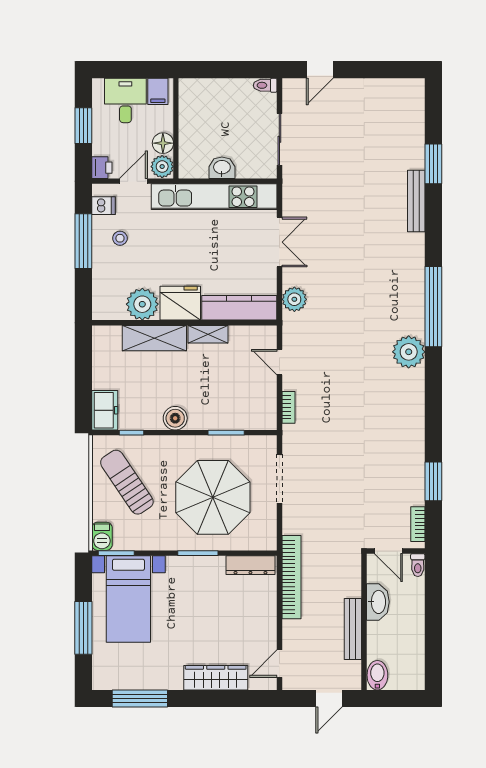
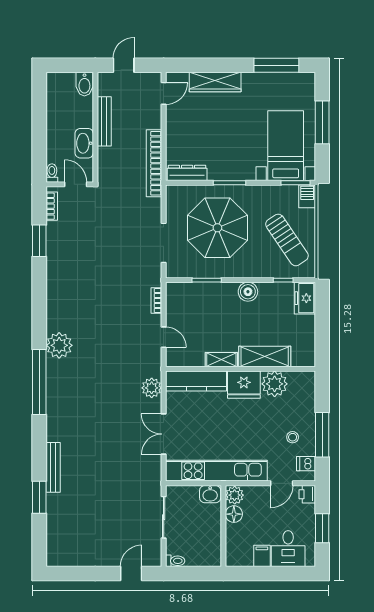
wall: (176, 128) -> (223, 526), moved
floor lamp: (163, 143) -> (234, 514), moved
plant: (162, 167) -> (235, 495), moved

